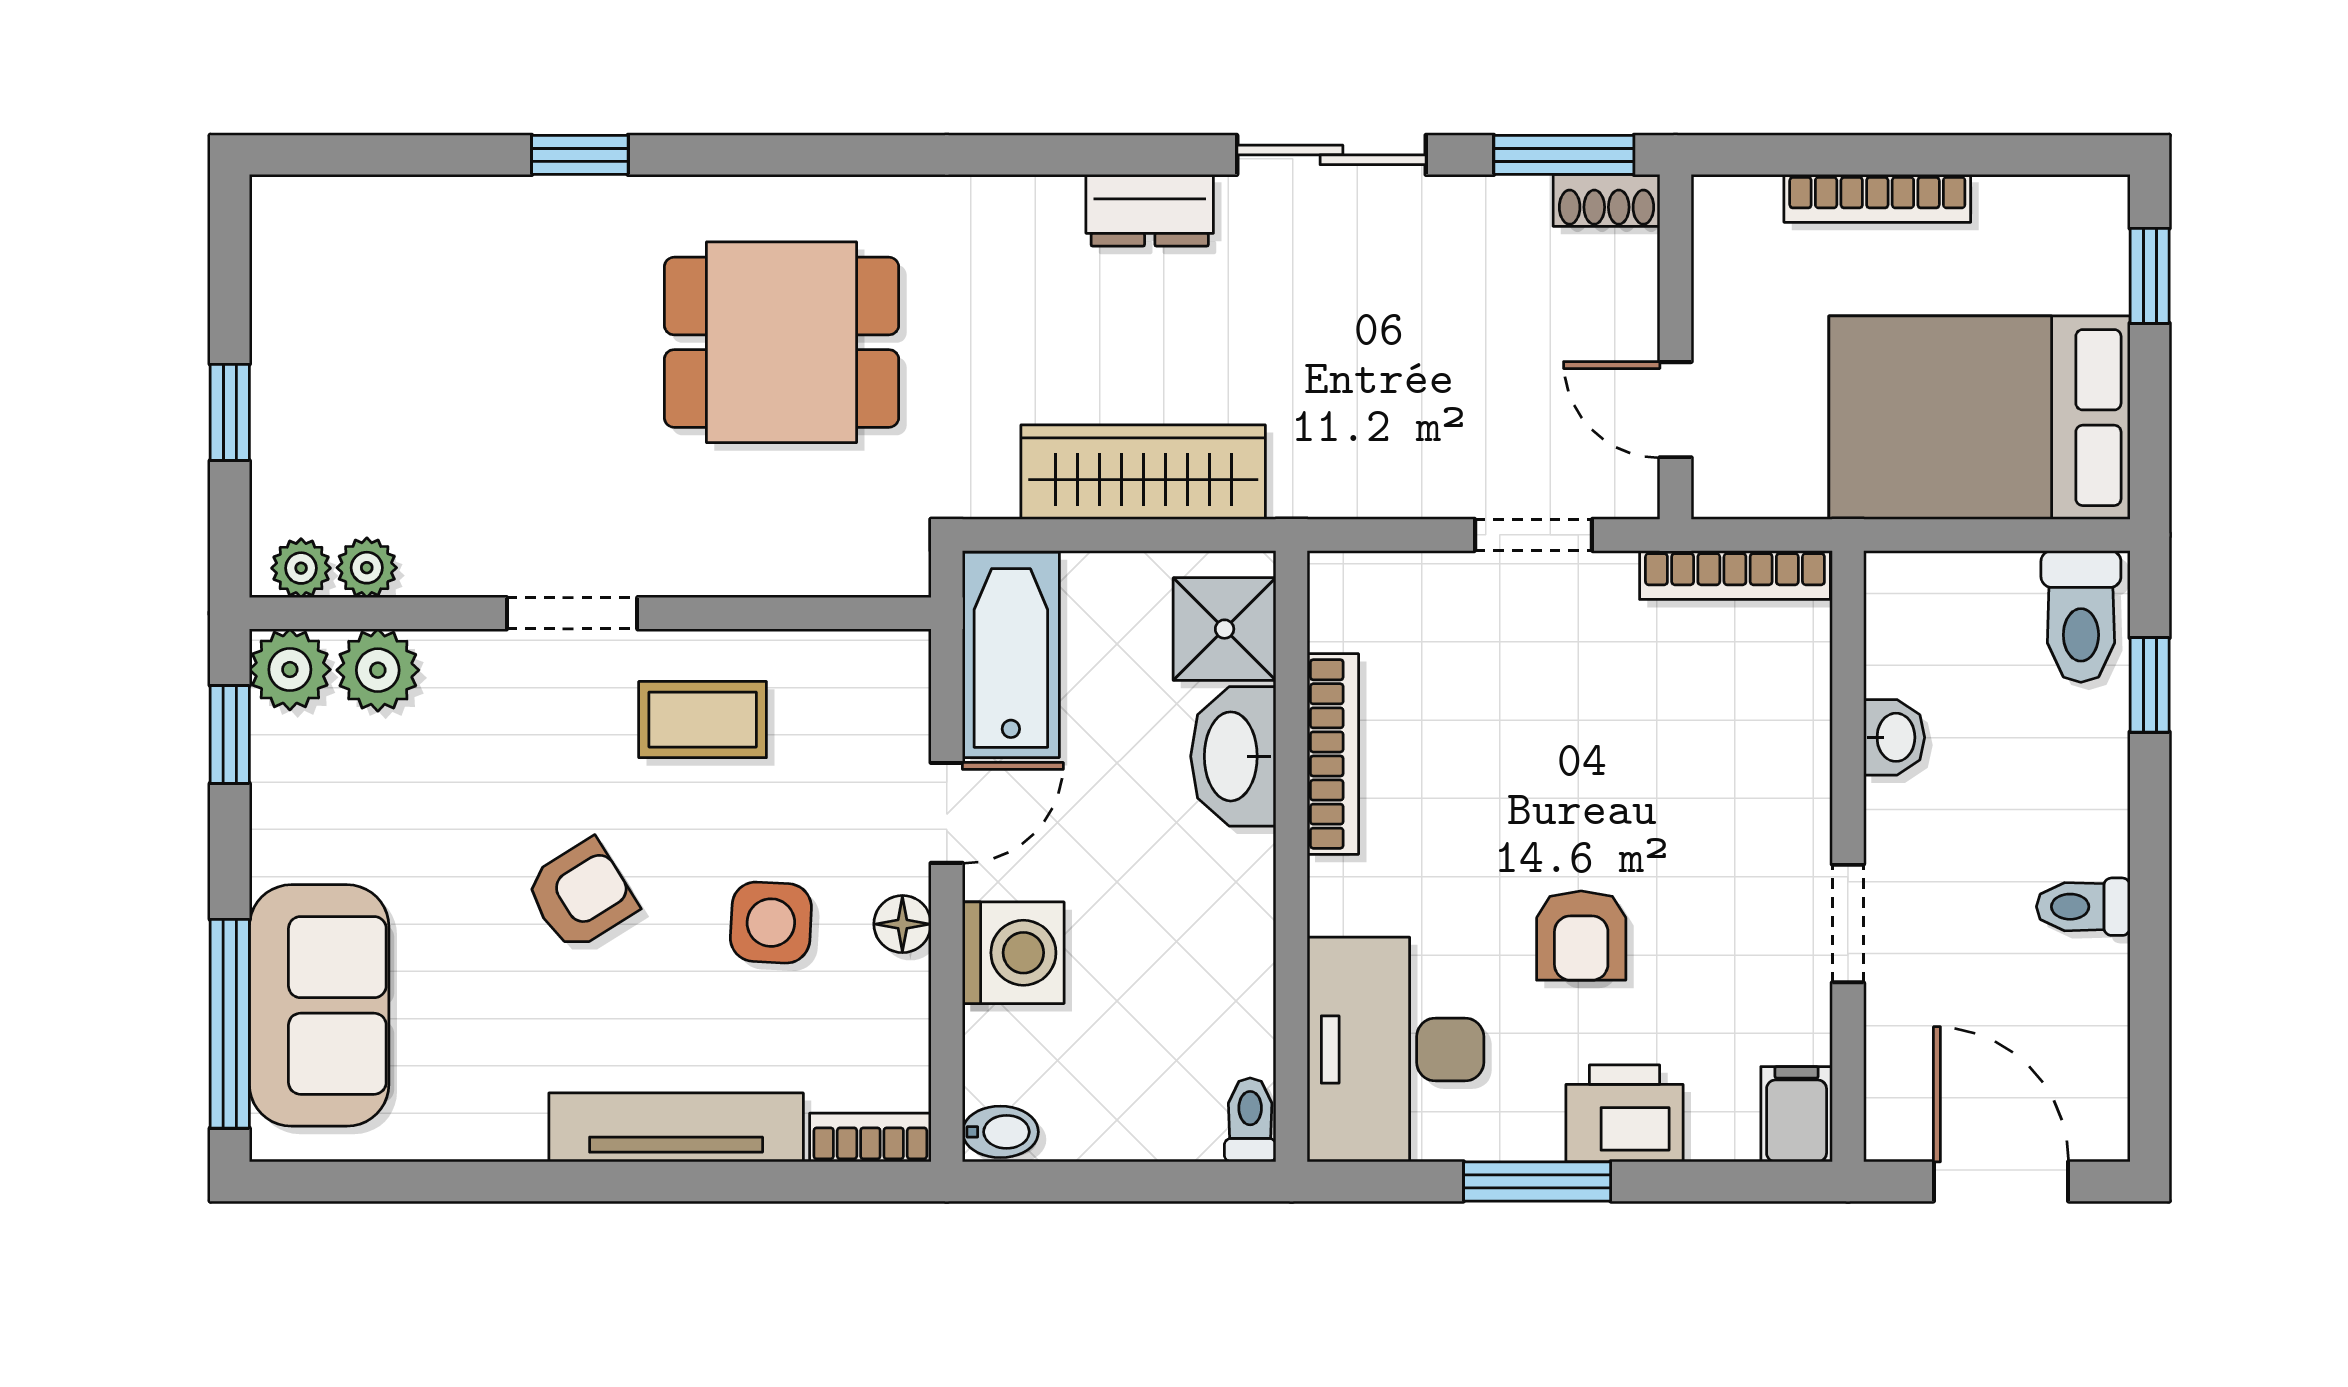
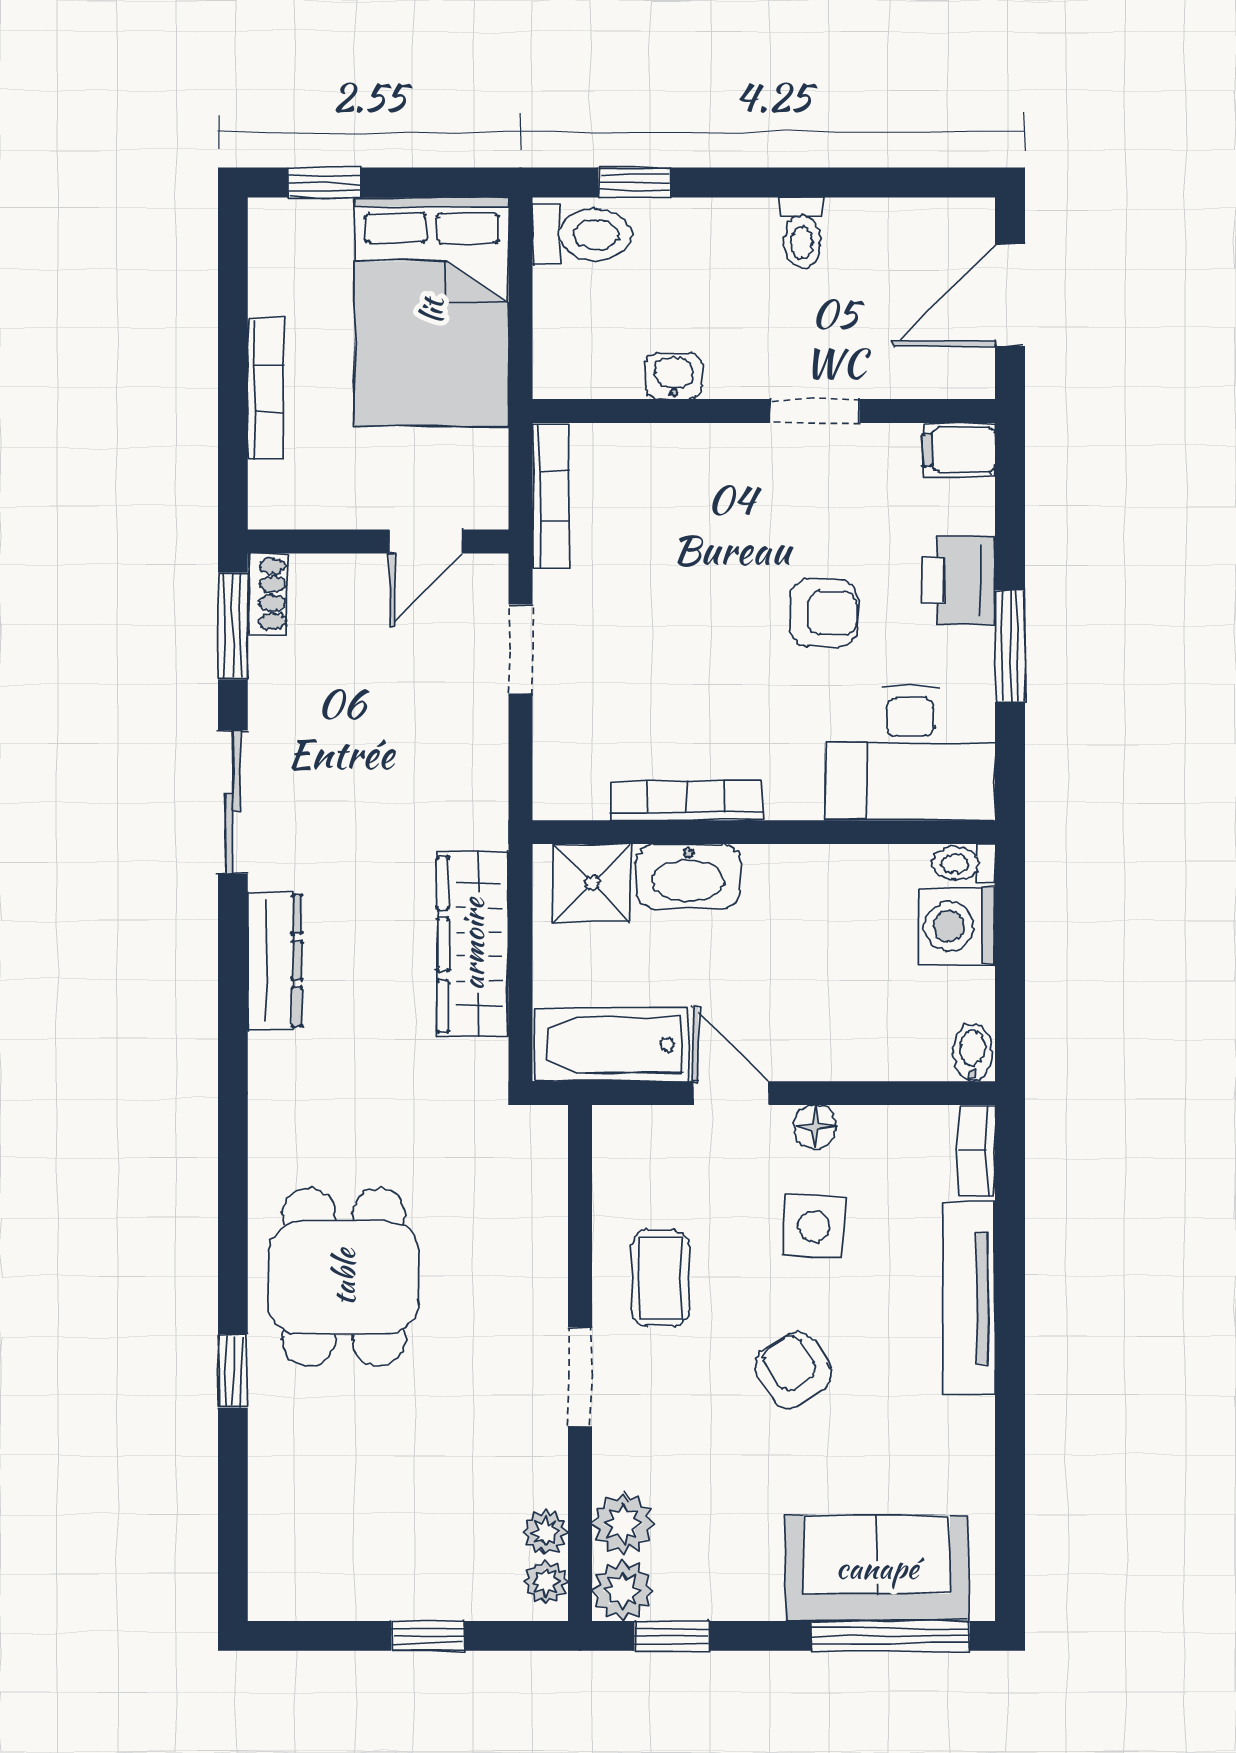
dresser: (1150, 210) -> (275, 961), width x1.44
dining table: (782, 342) -> (344, 1277), moved
washing machine: (1013, 953) -> (957, 926), moved, turned -90

